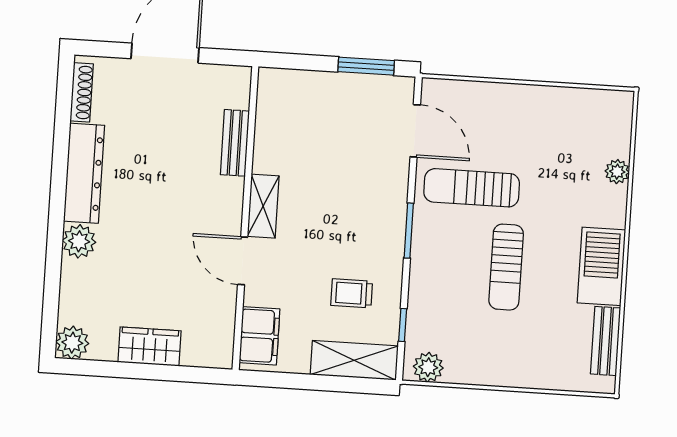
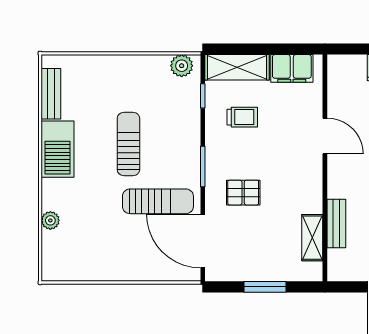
window: (366, 66) -> (265, 287), moved
door: (415, 131) -> (203, 241), width x1.36
pallet: (357, 192) -> (243, 193), added
shelving: (263, 206) -> (312, 238), moved
filing cabinet: (259, 336) -> (292, 68), moved, turned -90

